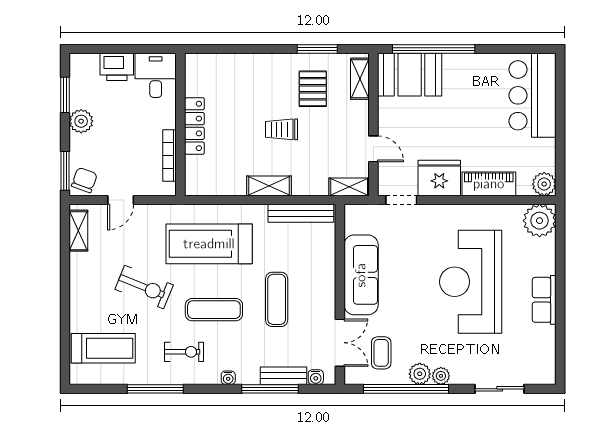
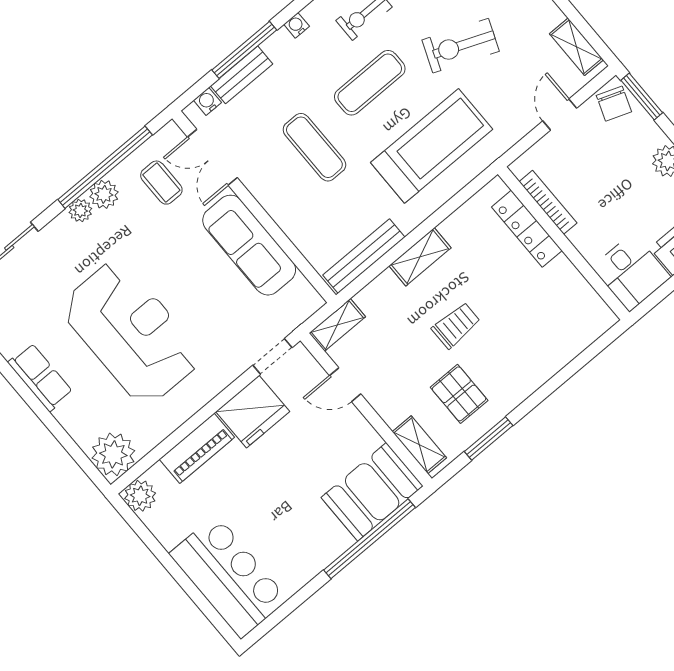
locker: (194, 126) -> (527, 229), moved

